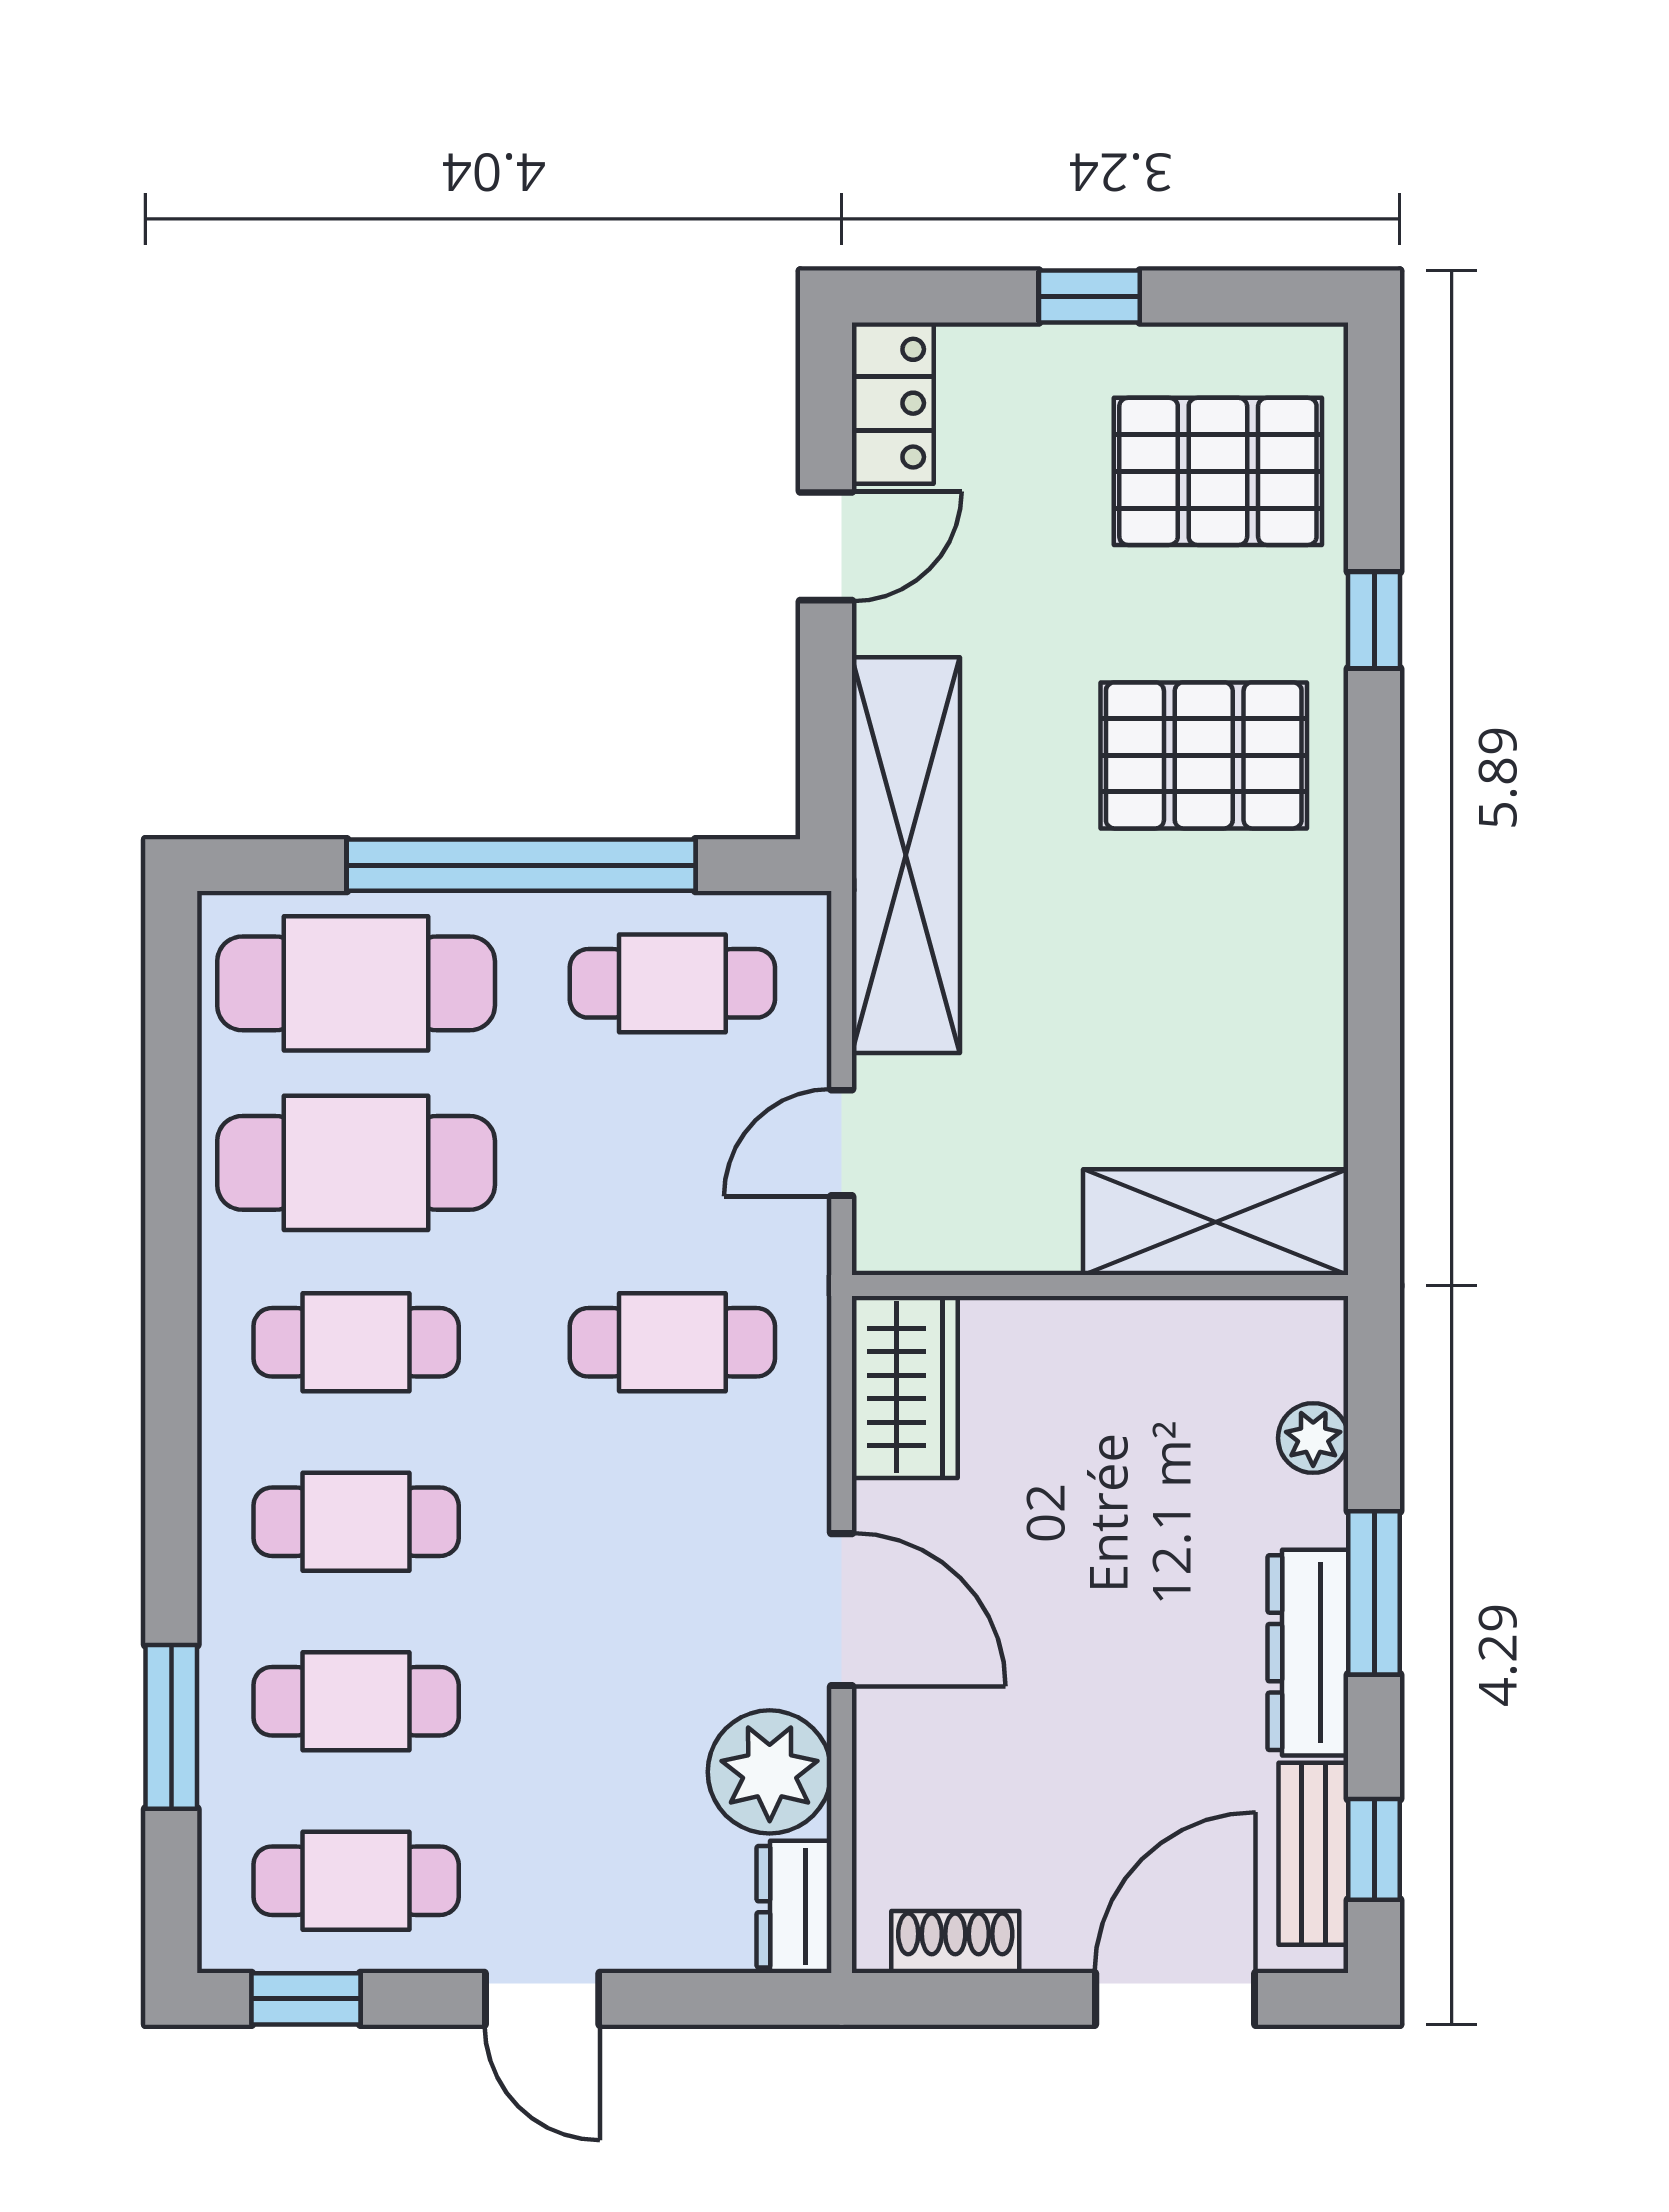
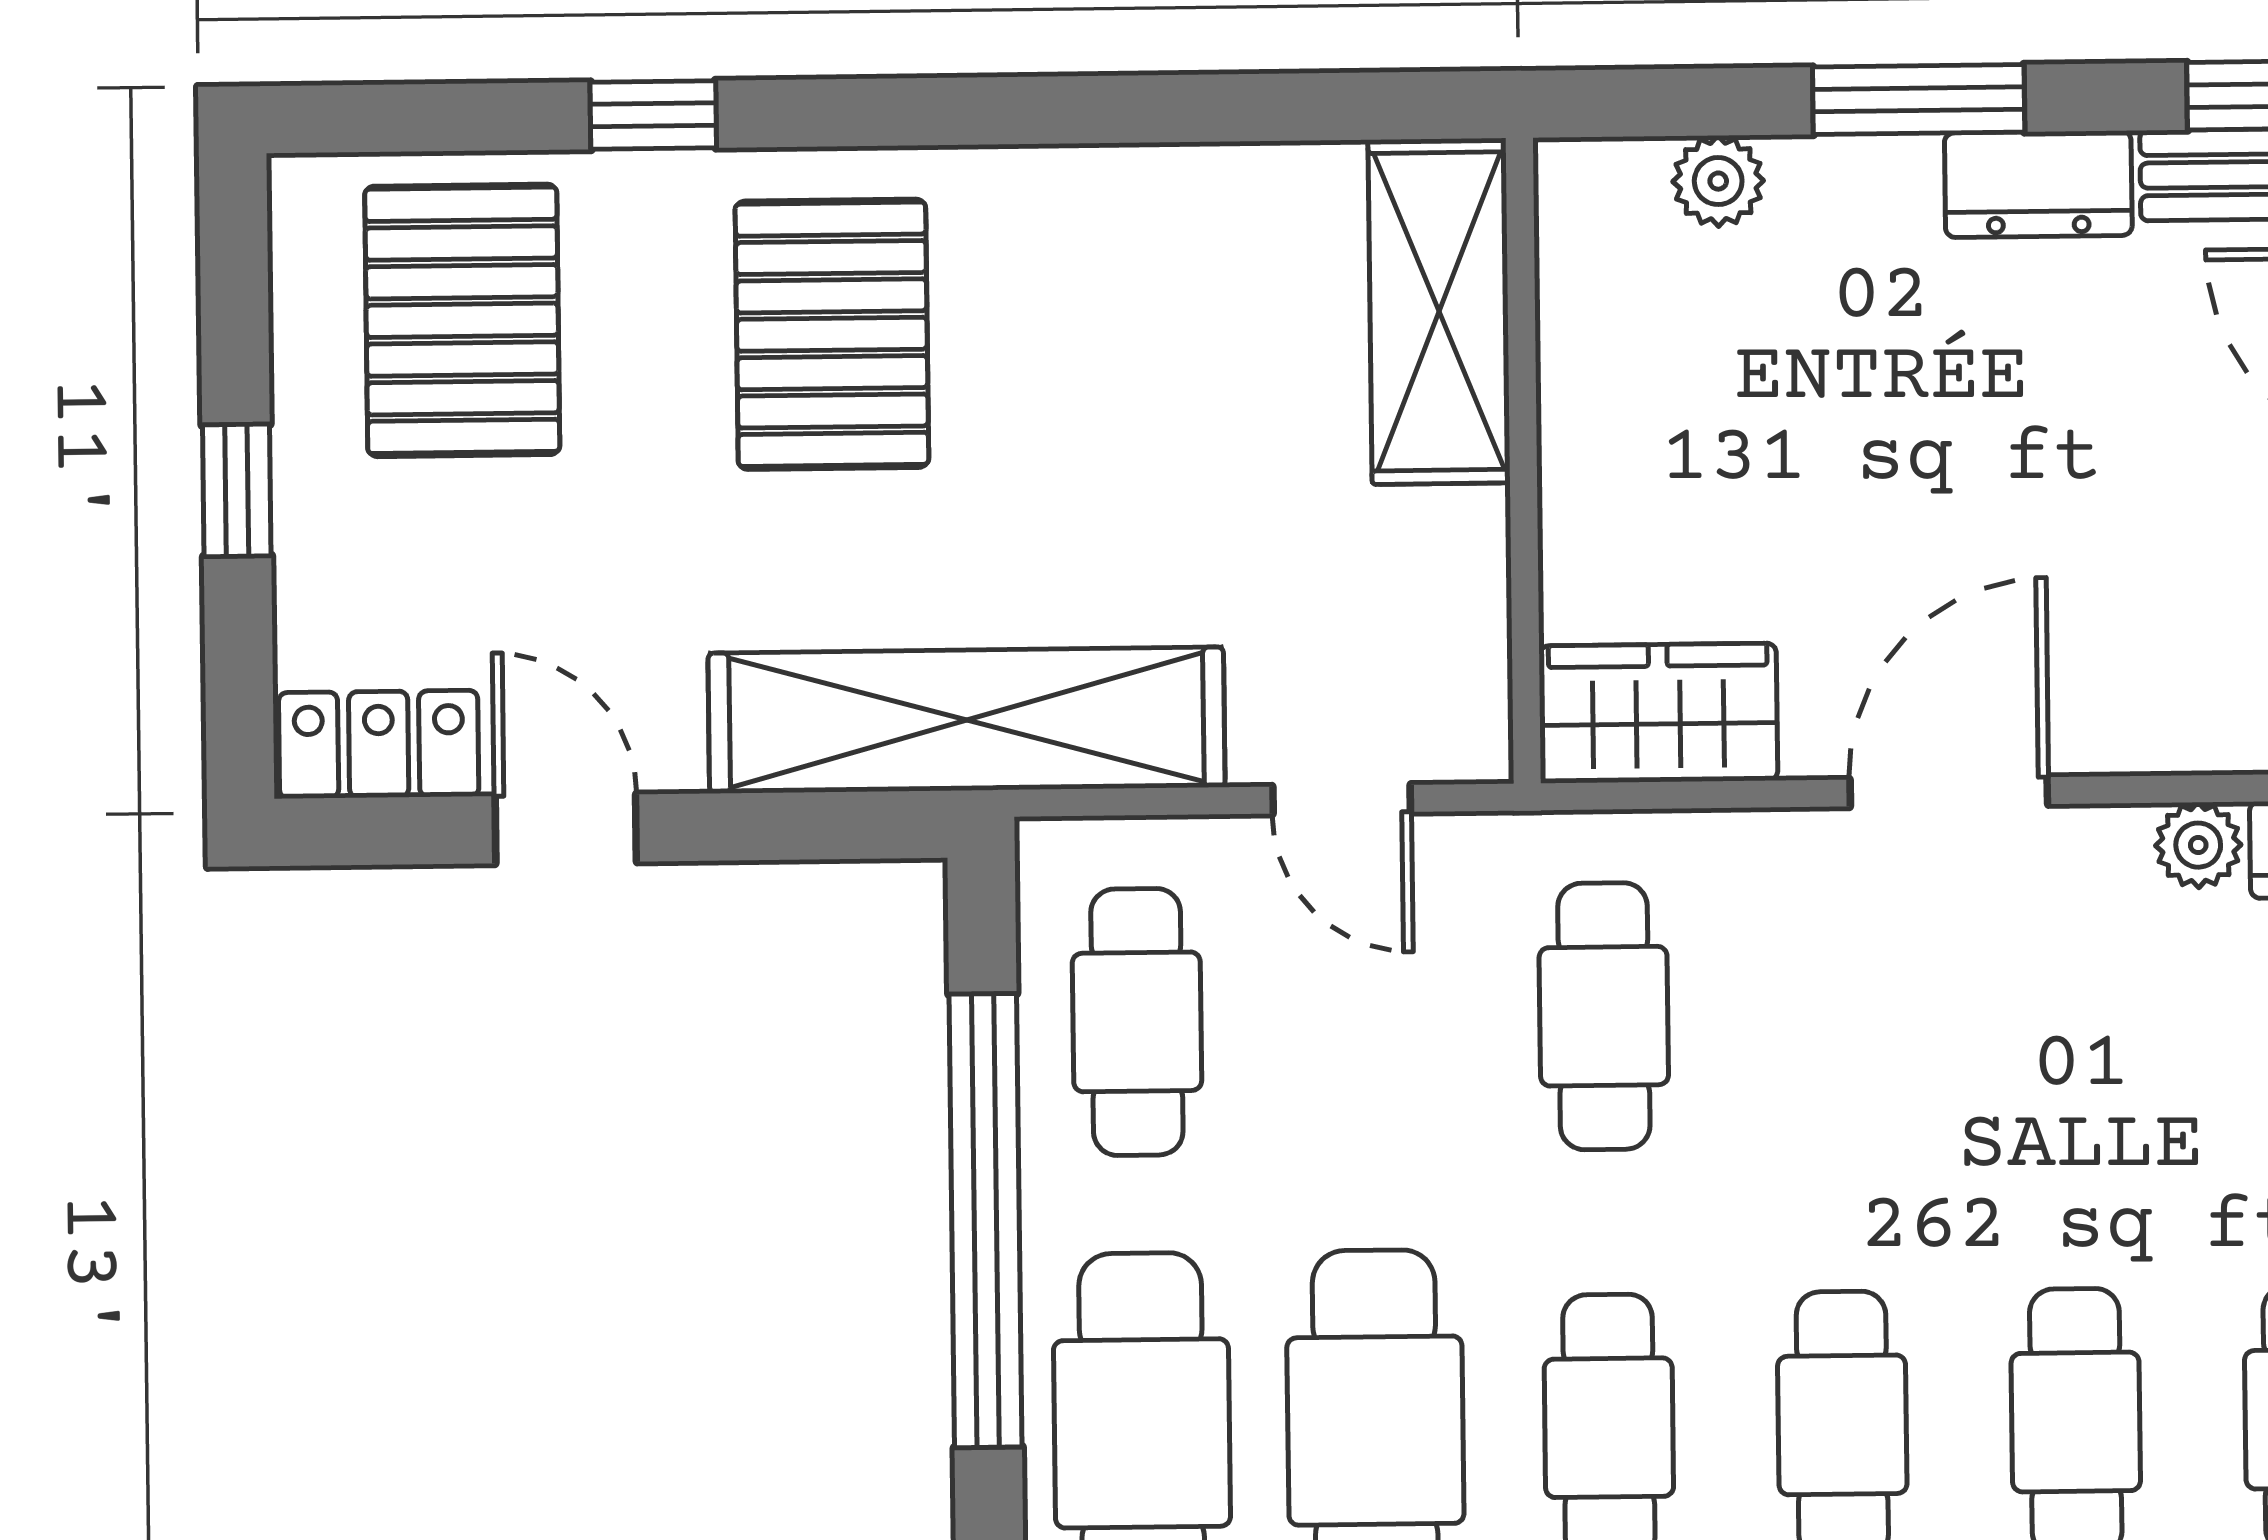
dresser: (1308, 1653) -> (2038, 184), width x0.70
plant: (770, 1772) -> (2198, 845), width x0.53, depth x0.53

